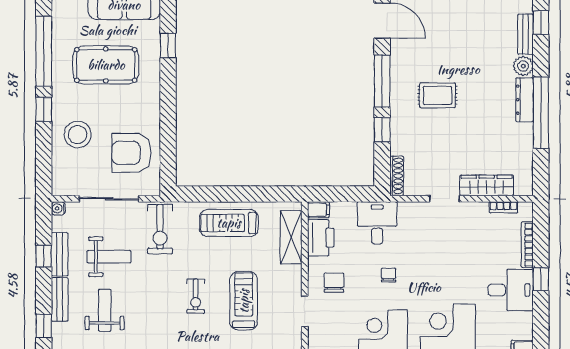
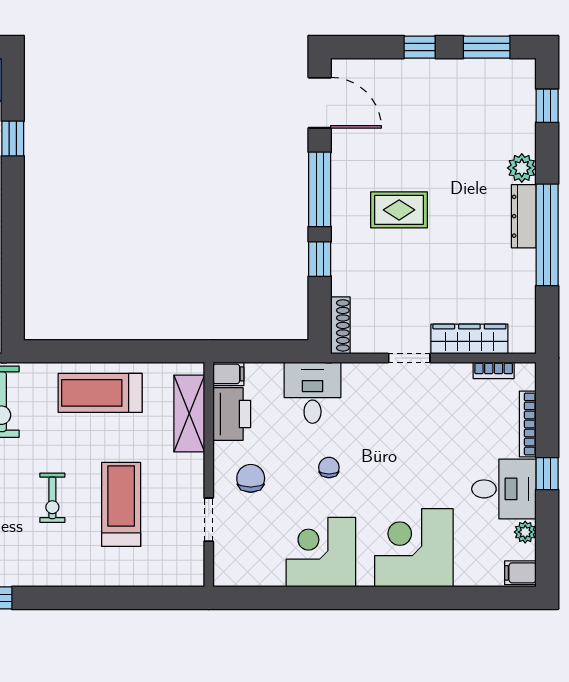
bench: (525, 34) -> (525, 122), removed
plant: (526, 320) -> (525, 532), added

